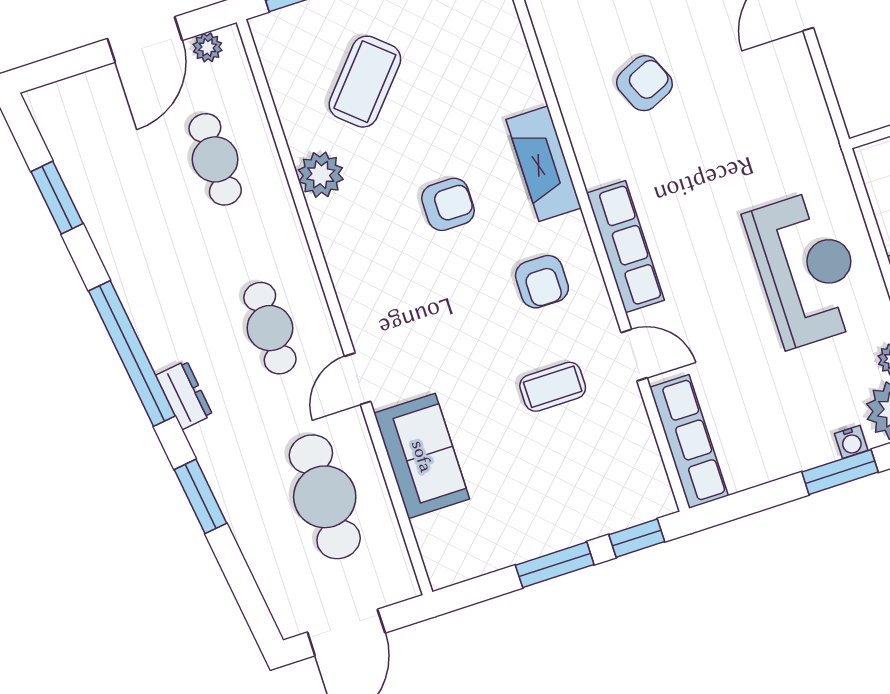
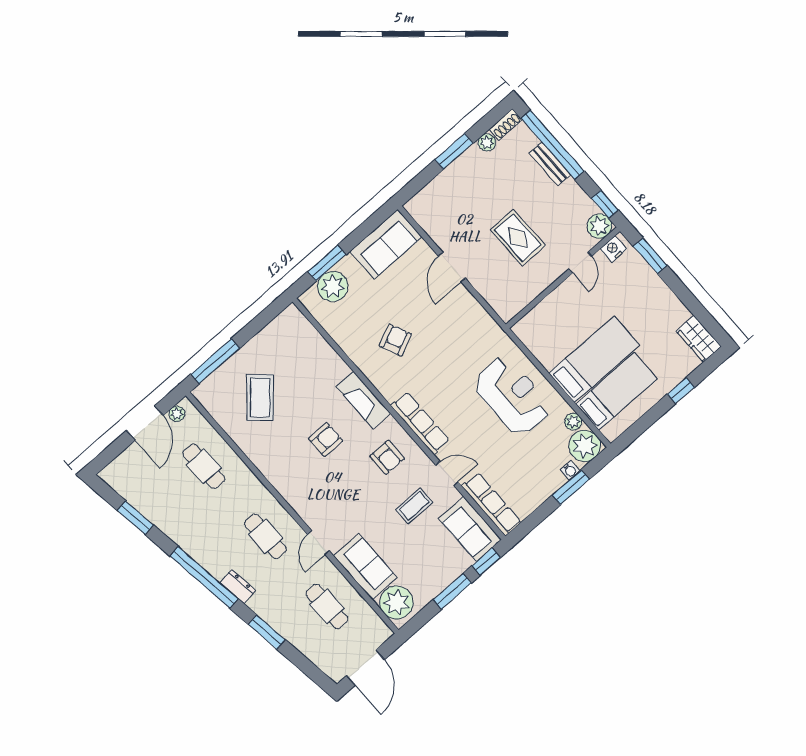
plant: (321, 175) -> (396, 603), moved, width x1.36, depth x1.36
sofa: (633, 469) -> (470, 529), added
cafe table: (325, 497) -> (327, 606), width x0.73, depth x0.74

